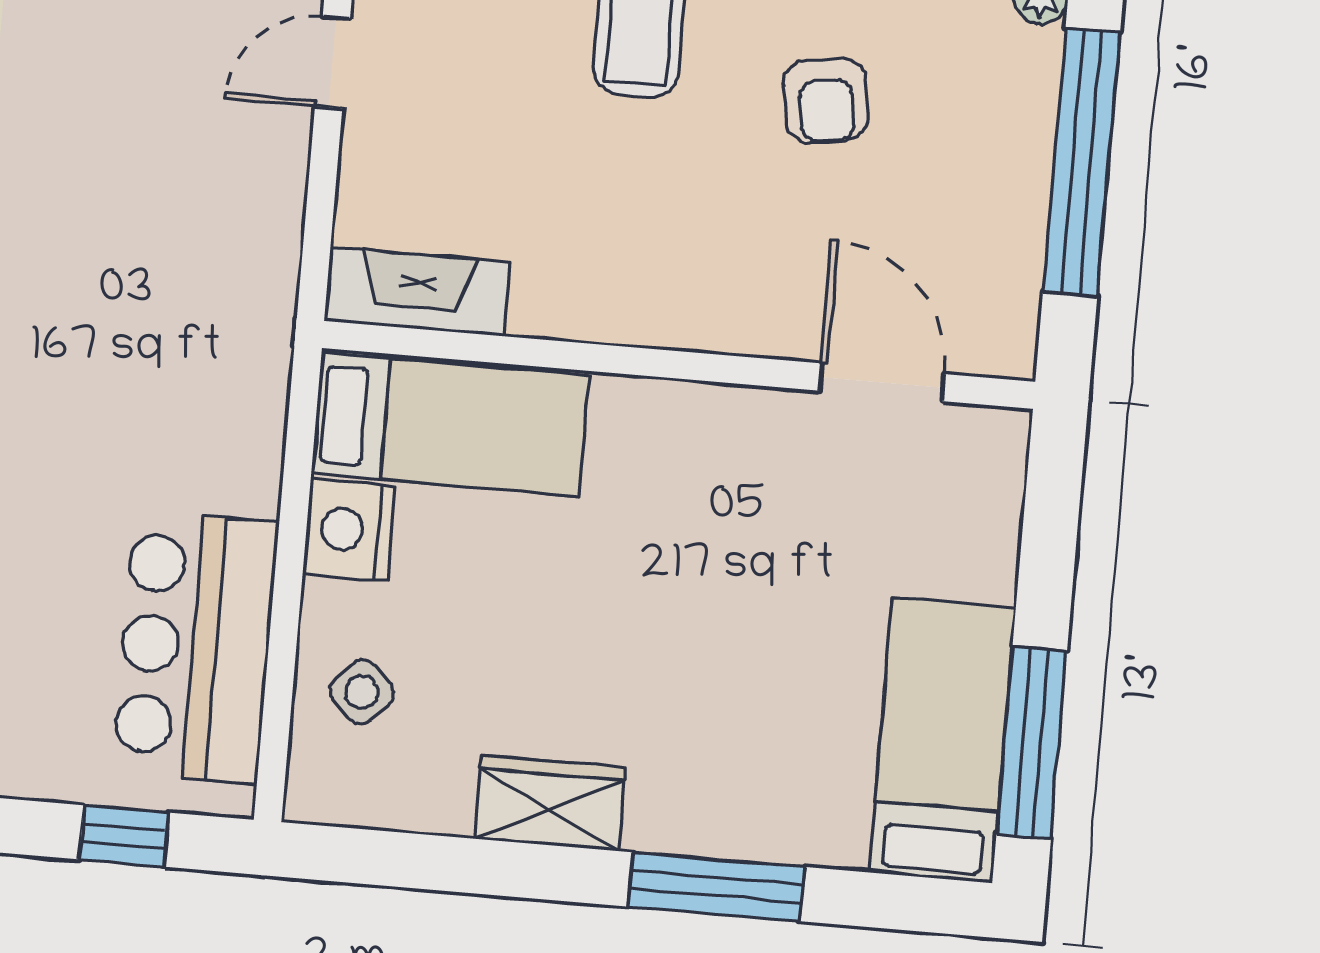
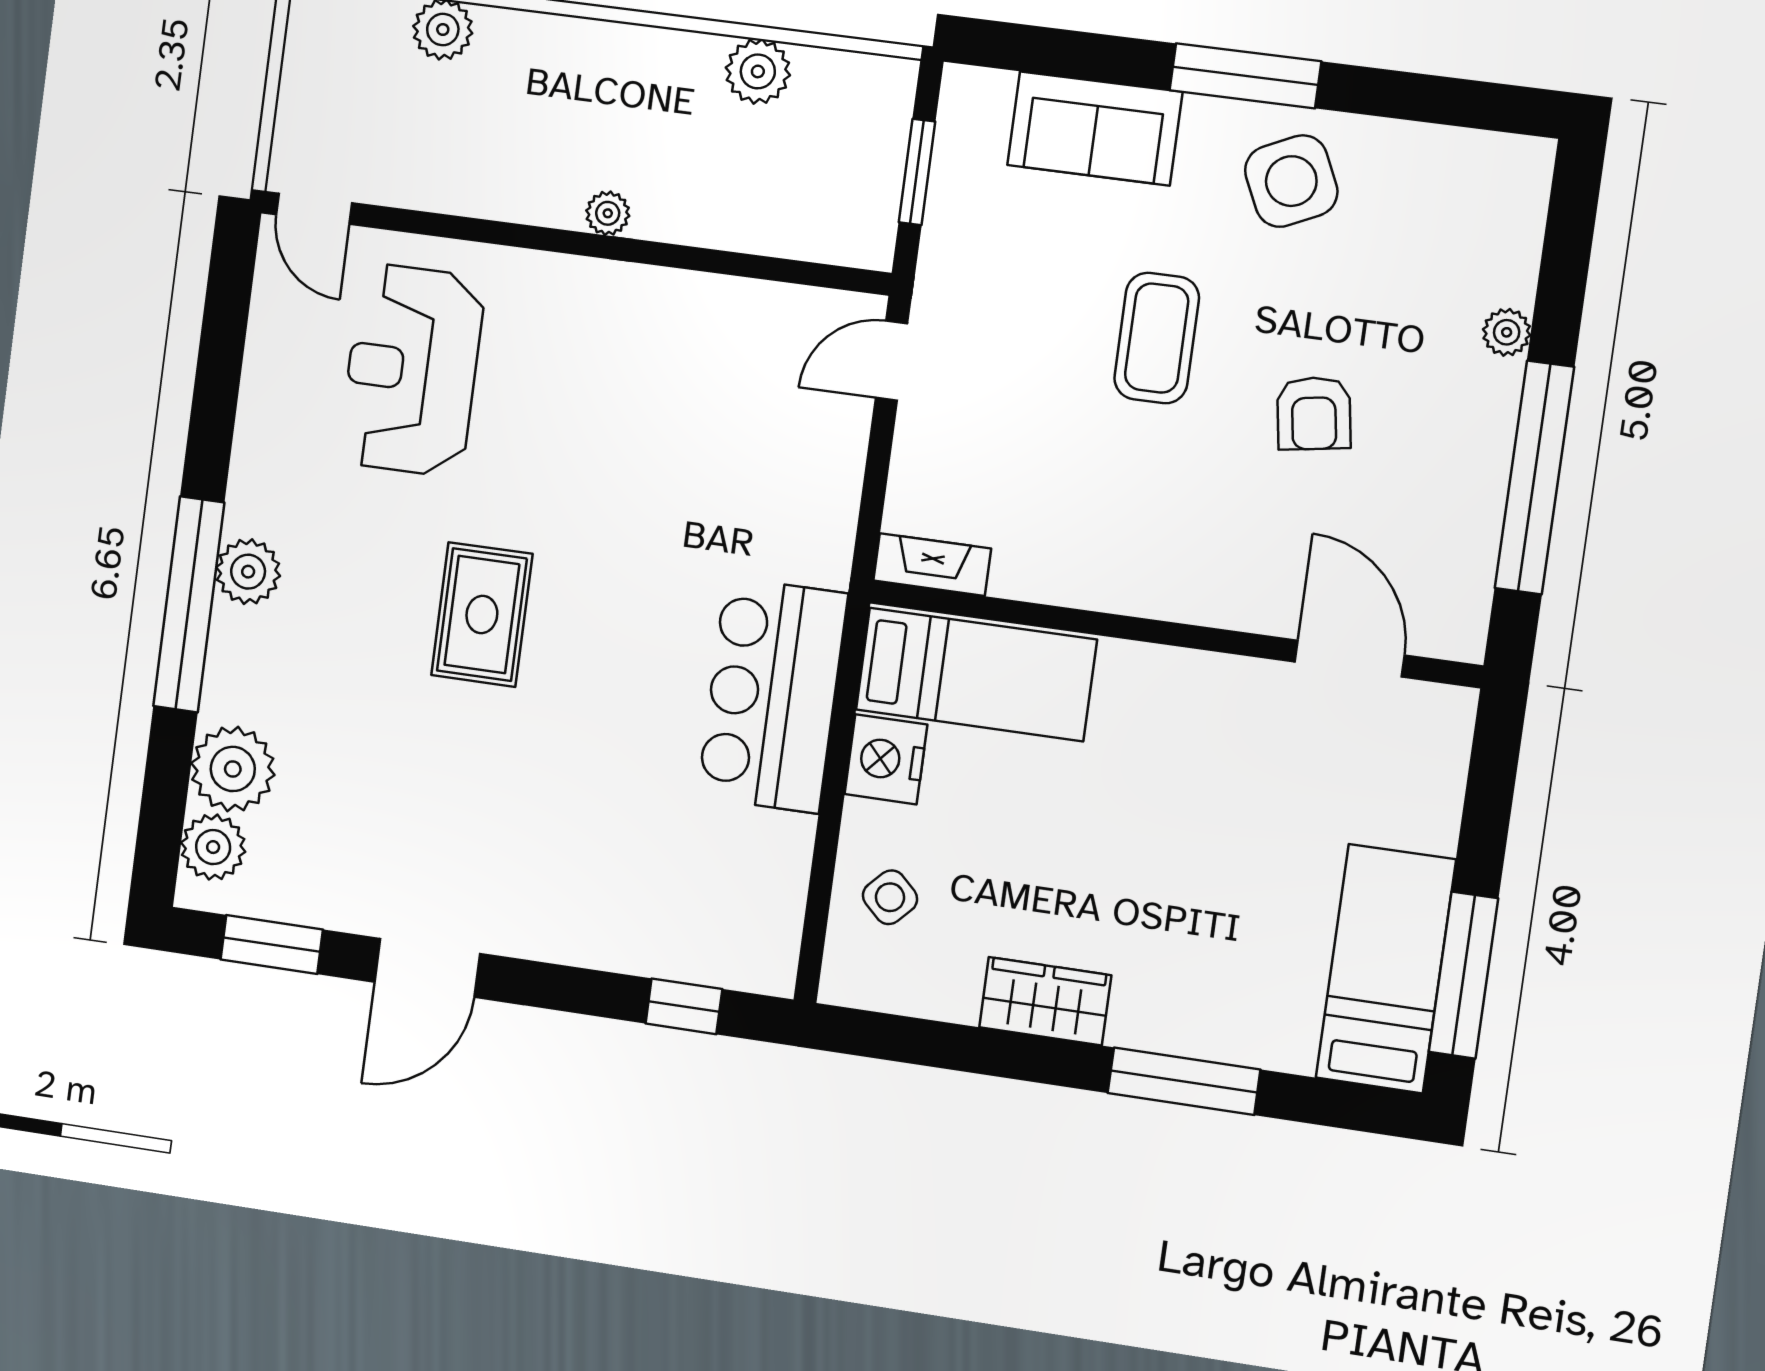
fireplace: (417, 292) -> (932, 565), width x0.73, depth x0.76
bar counter: (195, 647) -> (772, 695), moved

